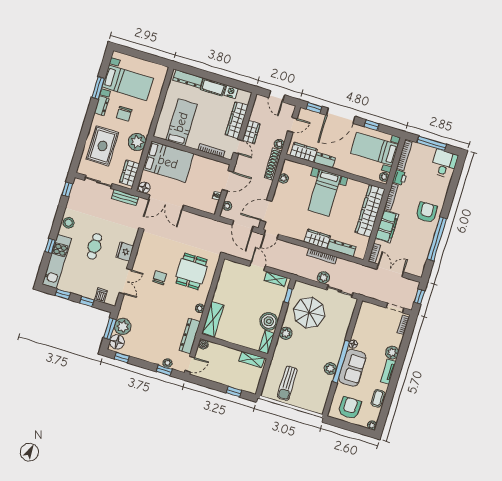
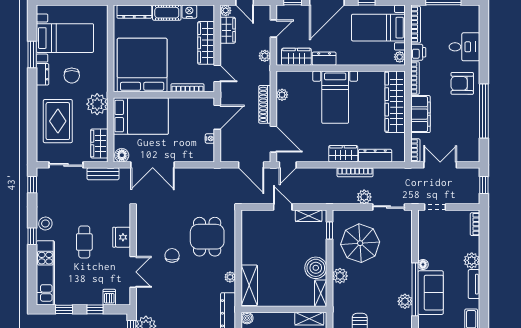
bed: (181, 122) -> (142, 65), width x2.04
wardrobe: (251, 132) -> (228, 30), moved
shoe rack: (273, 164) -> (265, 104), moved
desk: (444, 164) -> (464, 47), moved, turned 90
plant: (227, 206) -> (226, 11), moved
door: (266, 211) -> (273, 139), swing flipped
armchair: (427, 212) -> (462, 83), turned -88
window: (50, 246) -> (32, 236), moved
doorway: (395, 308) -> (435, 207), moved

